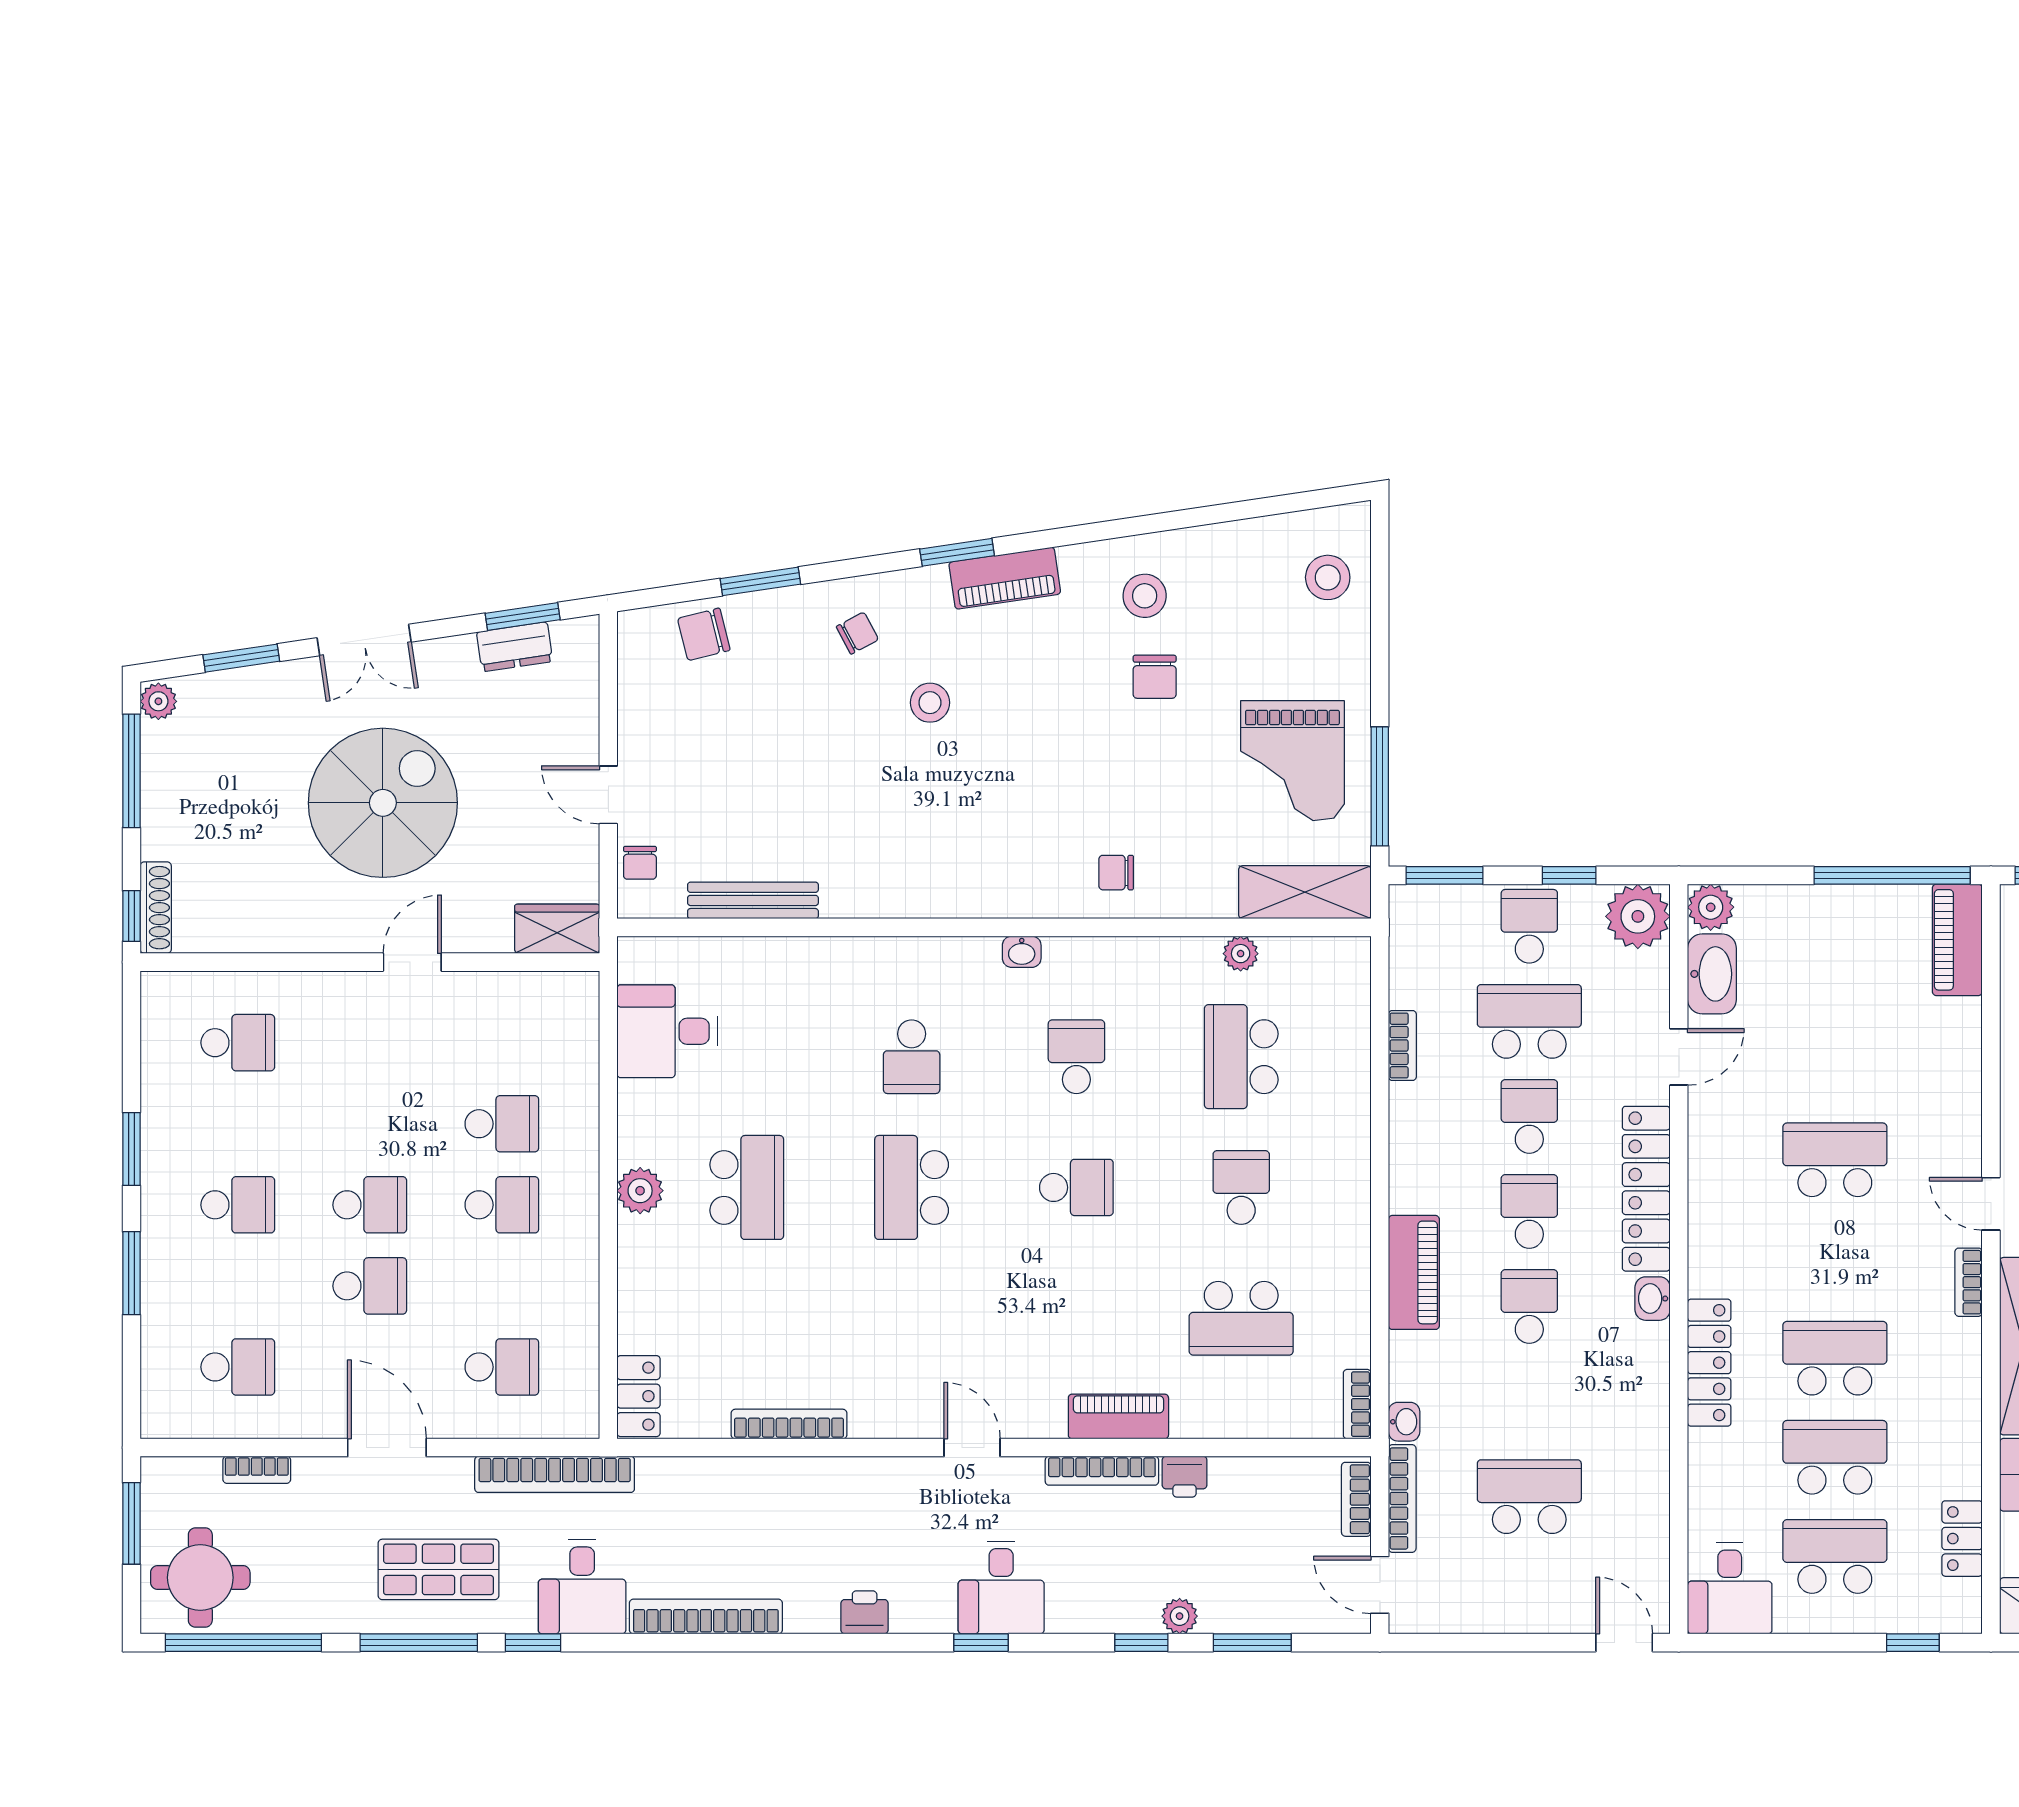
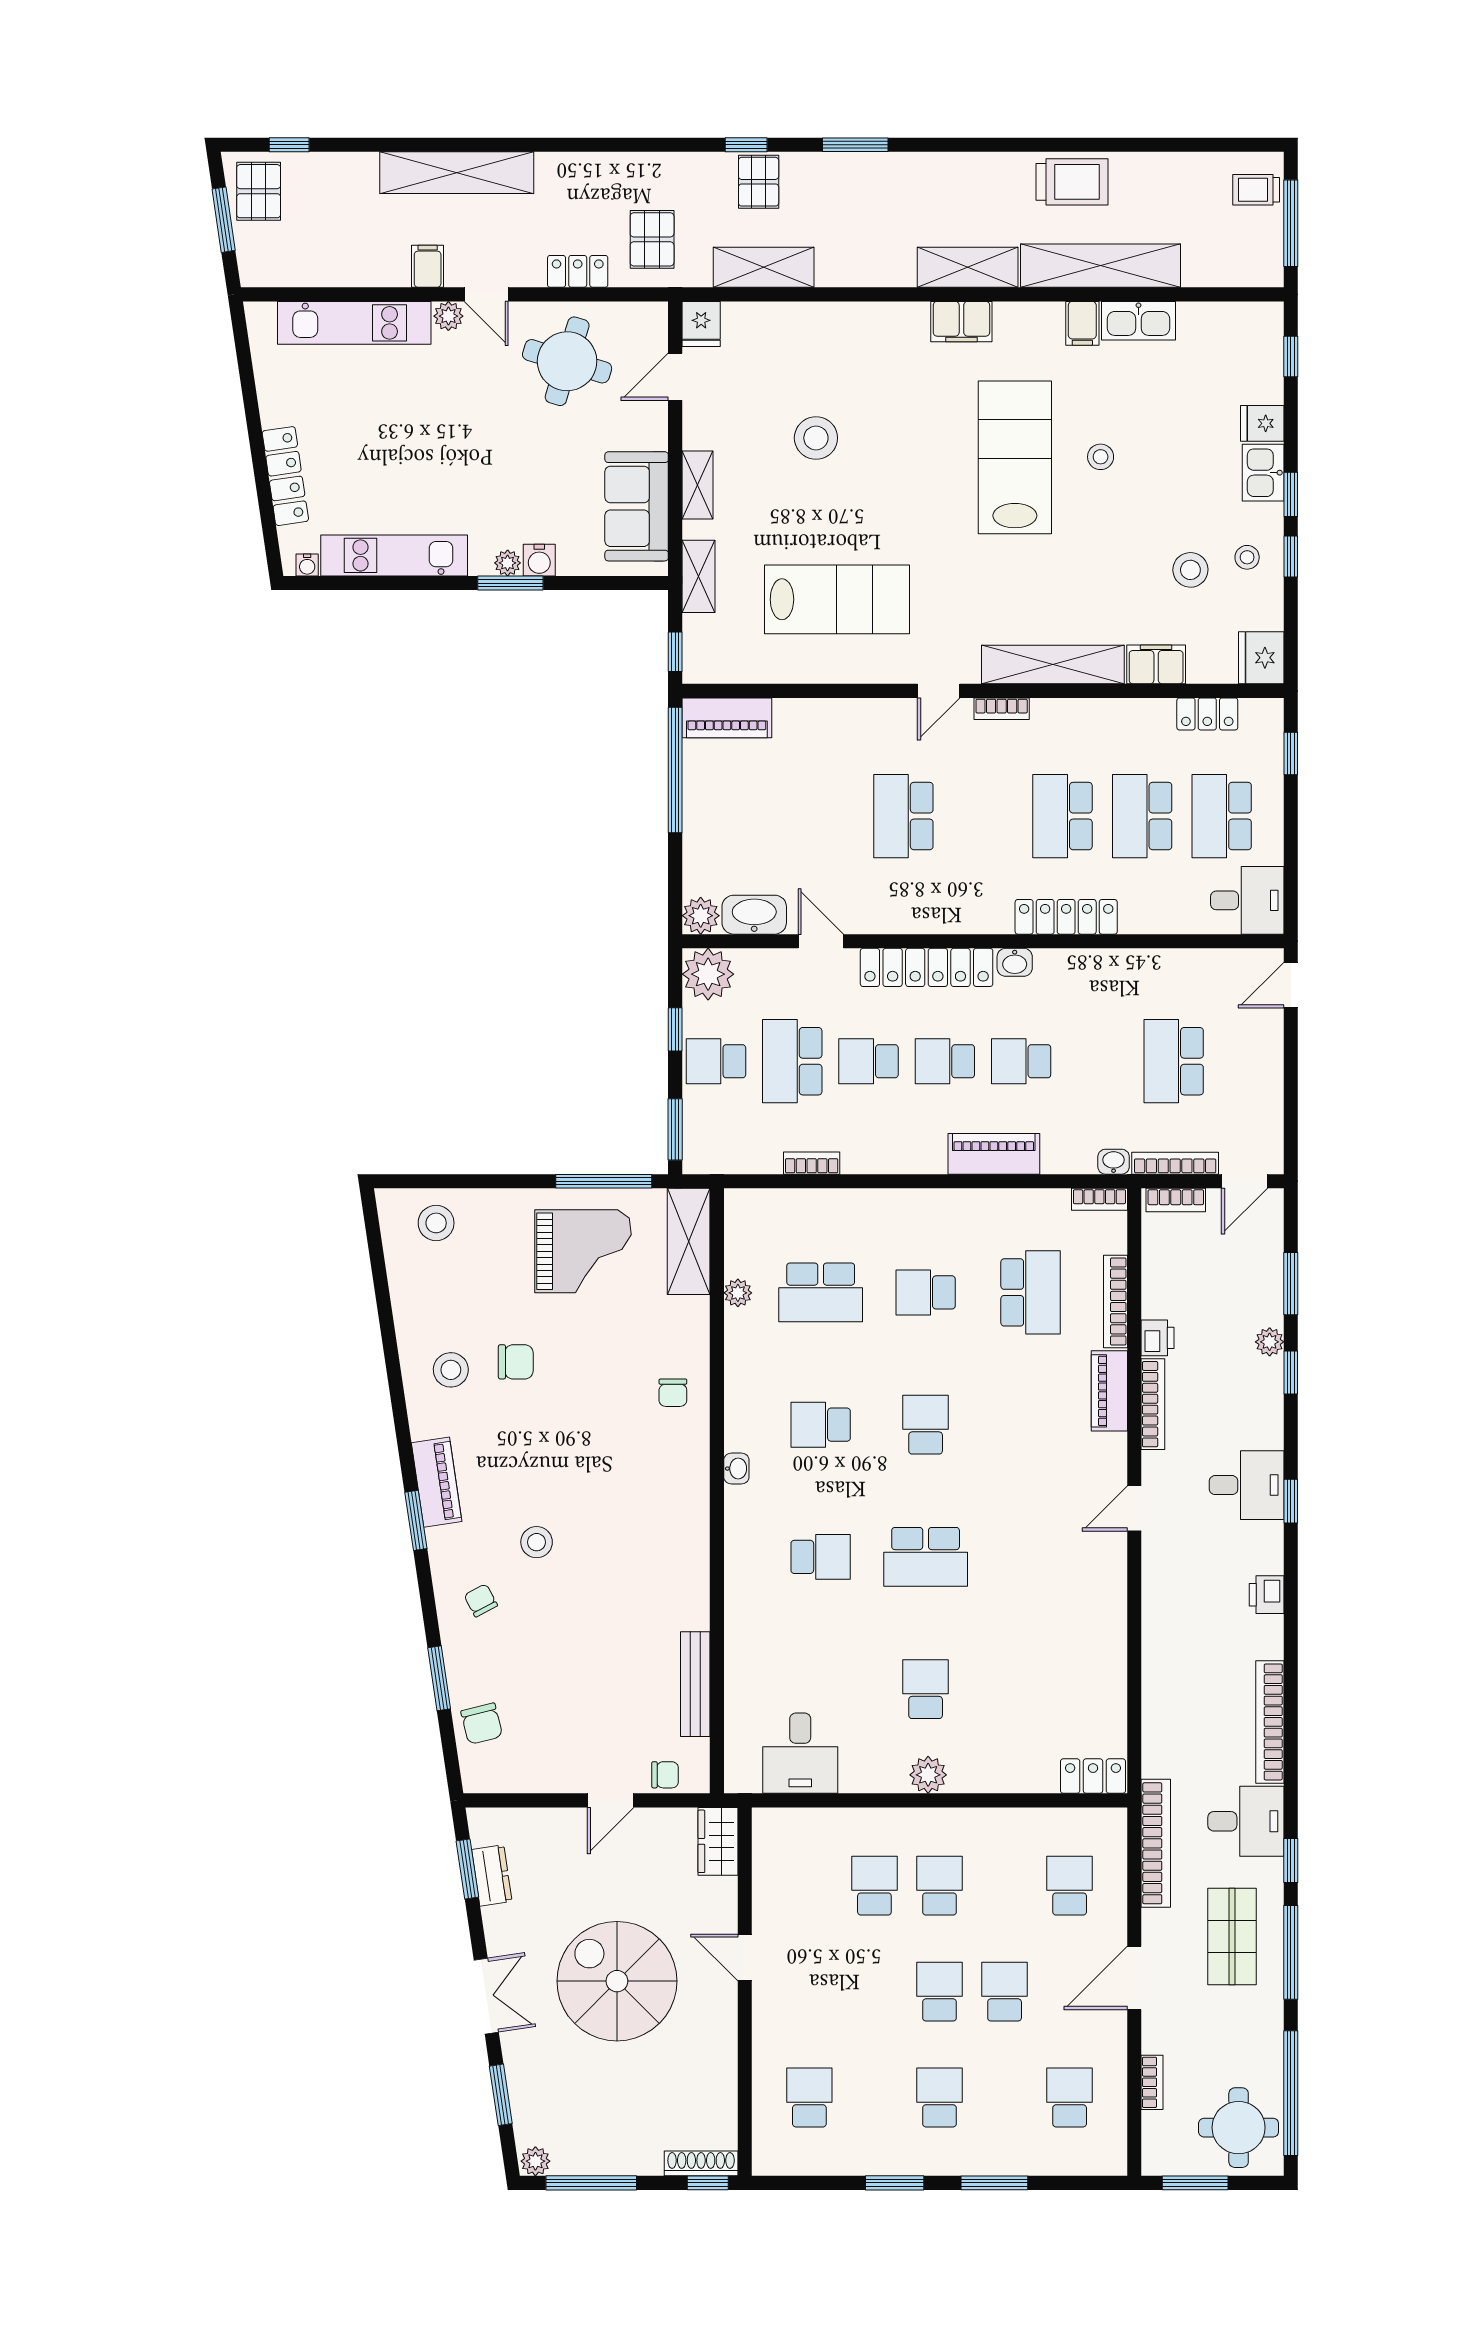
school desk: (747, 1187) -> (926, 1689), width x0.54
bookcase: (789, 1424) -> (1115, 1301), moved

